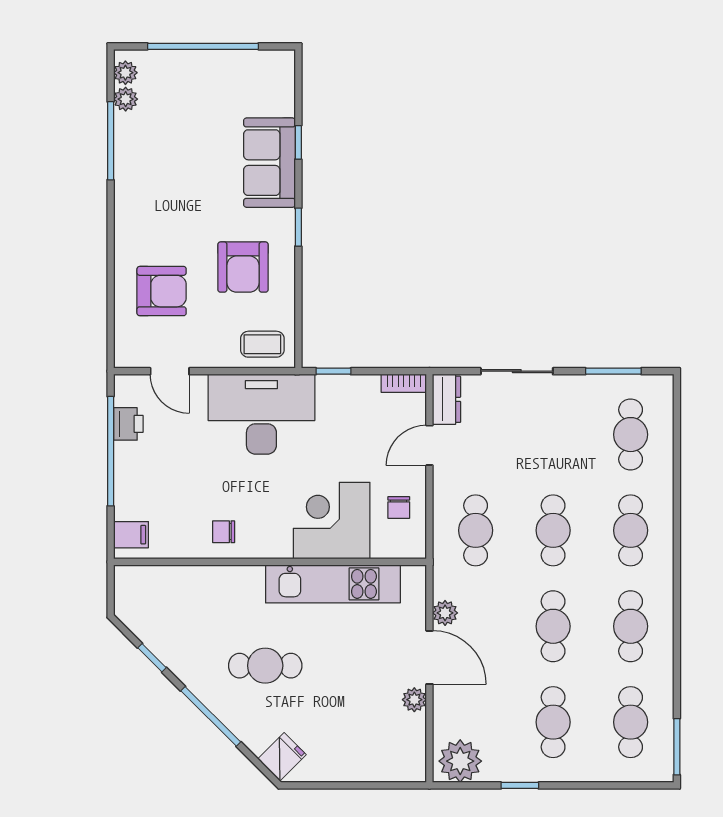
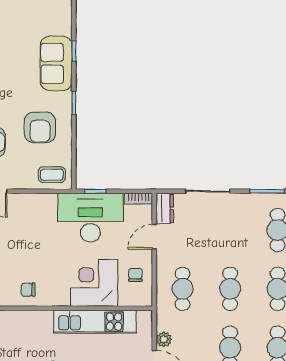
desk: (261, 414) -> (90, 218), moved
chair: (399, 507) -> (135, 275), turned 180

